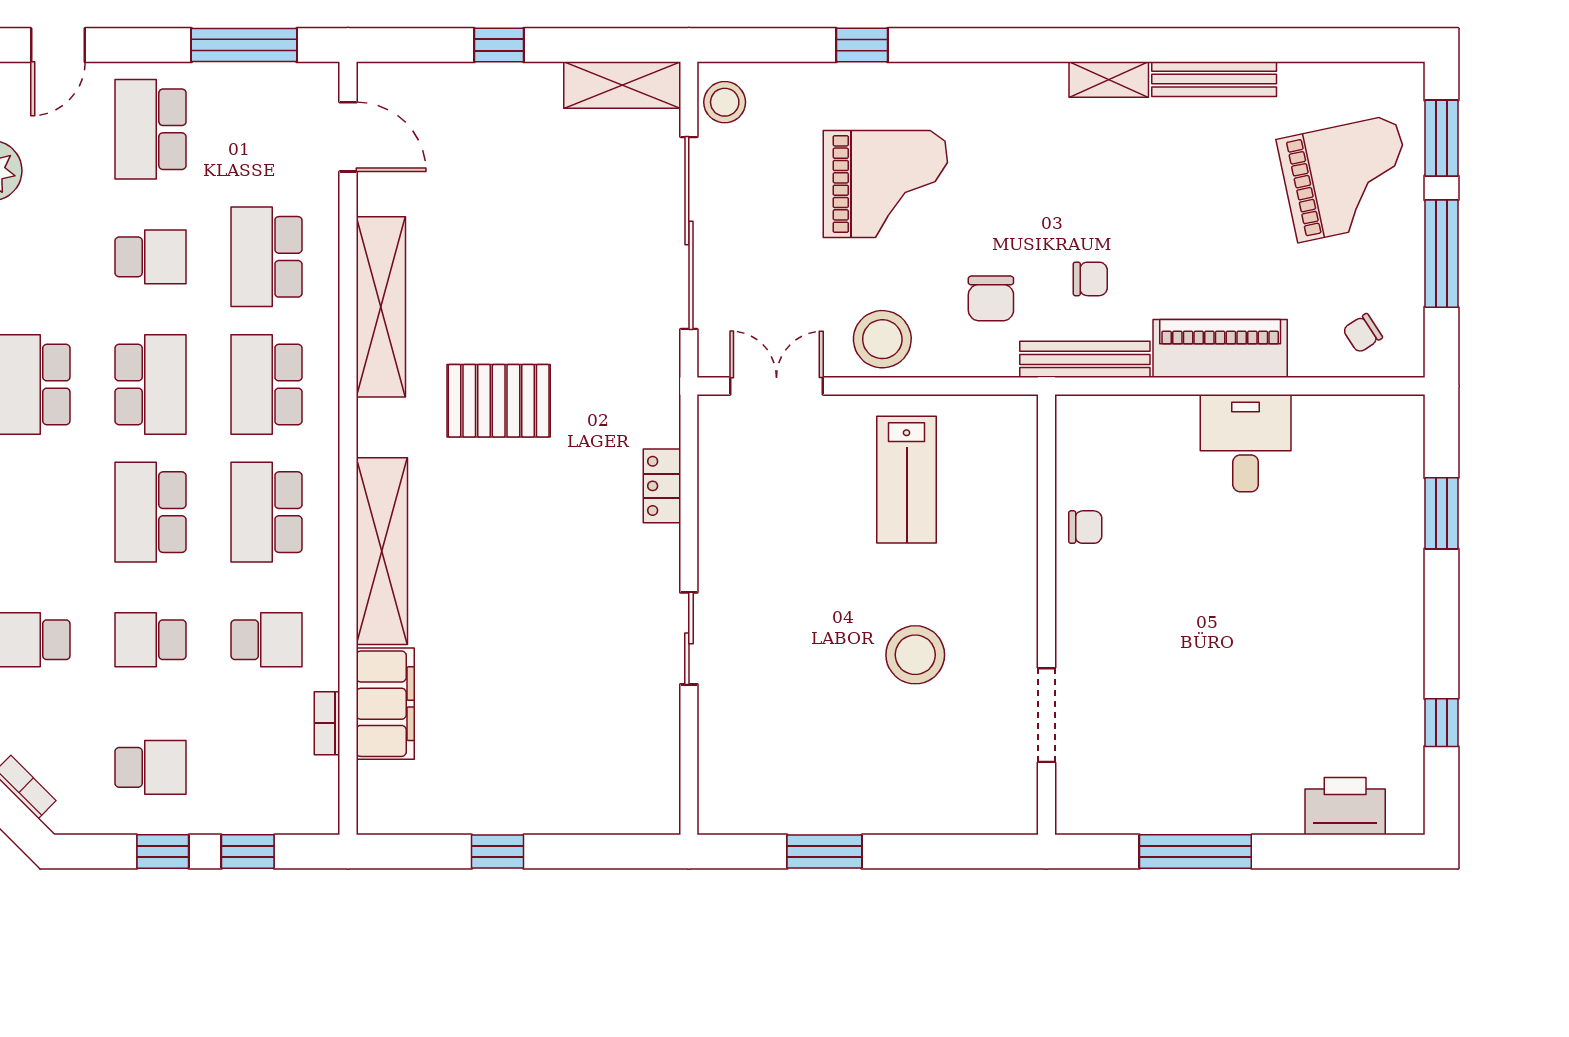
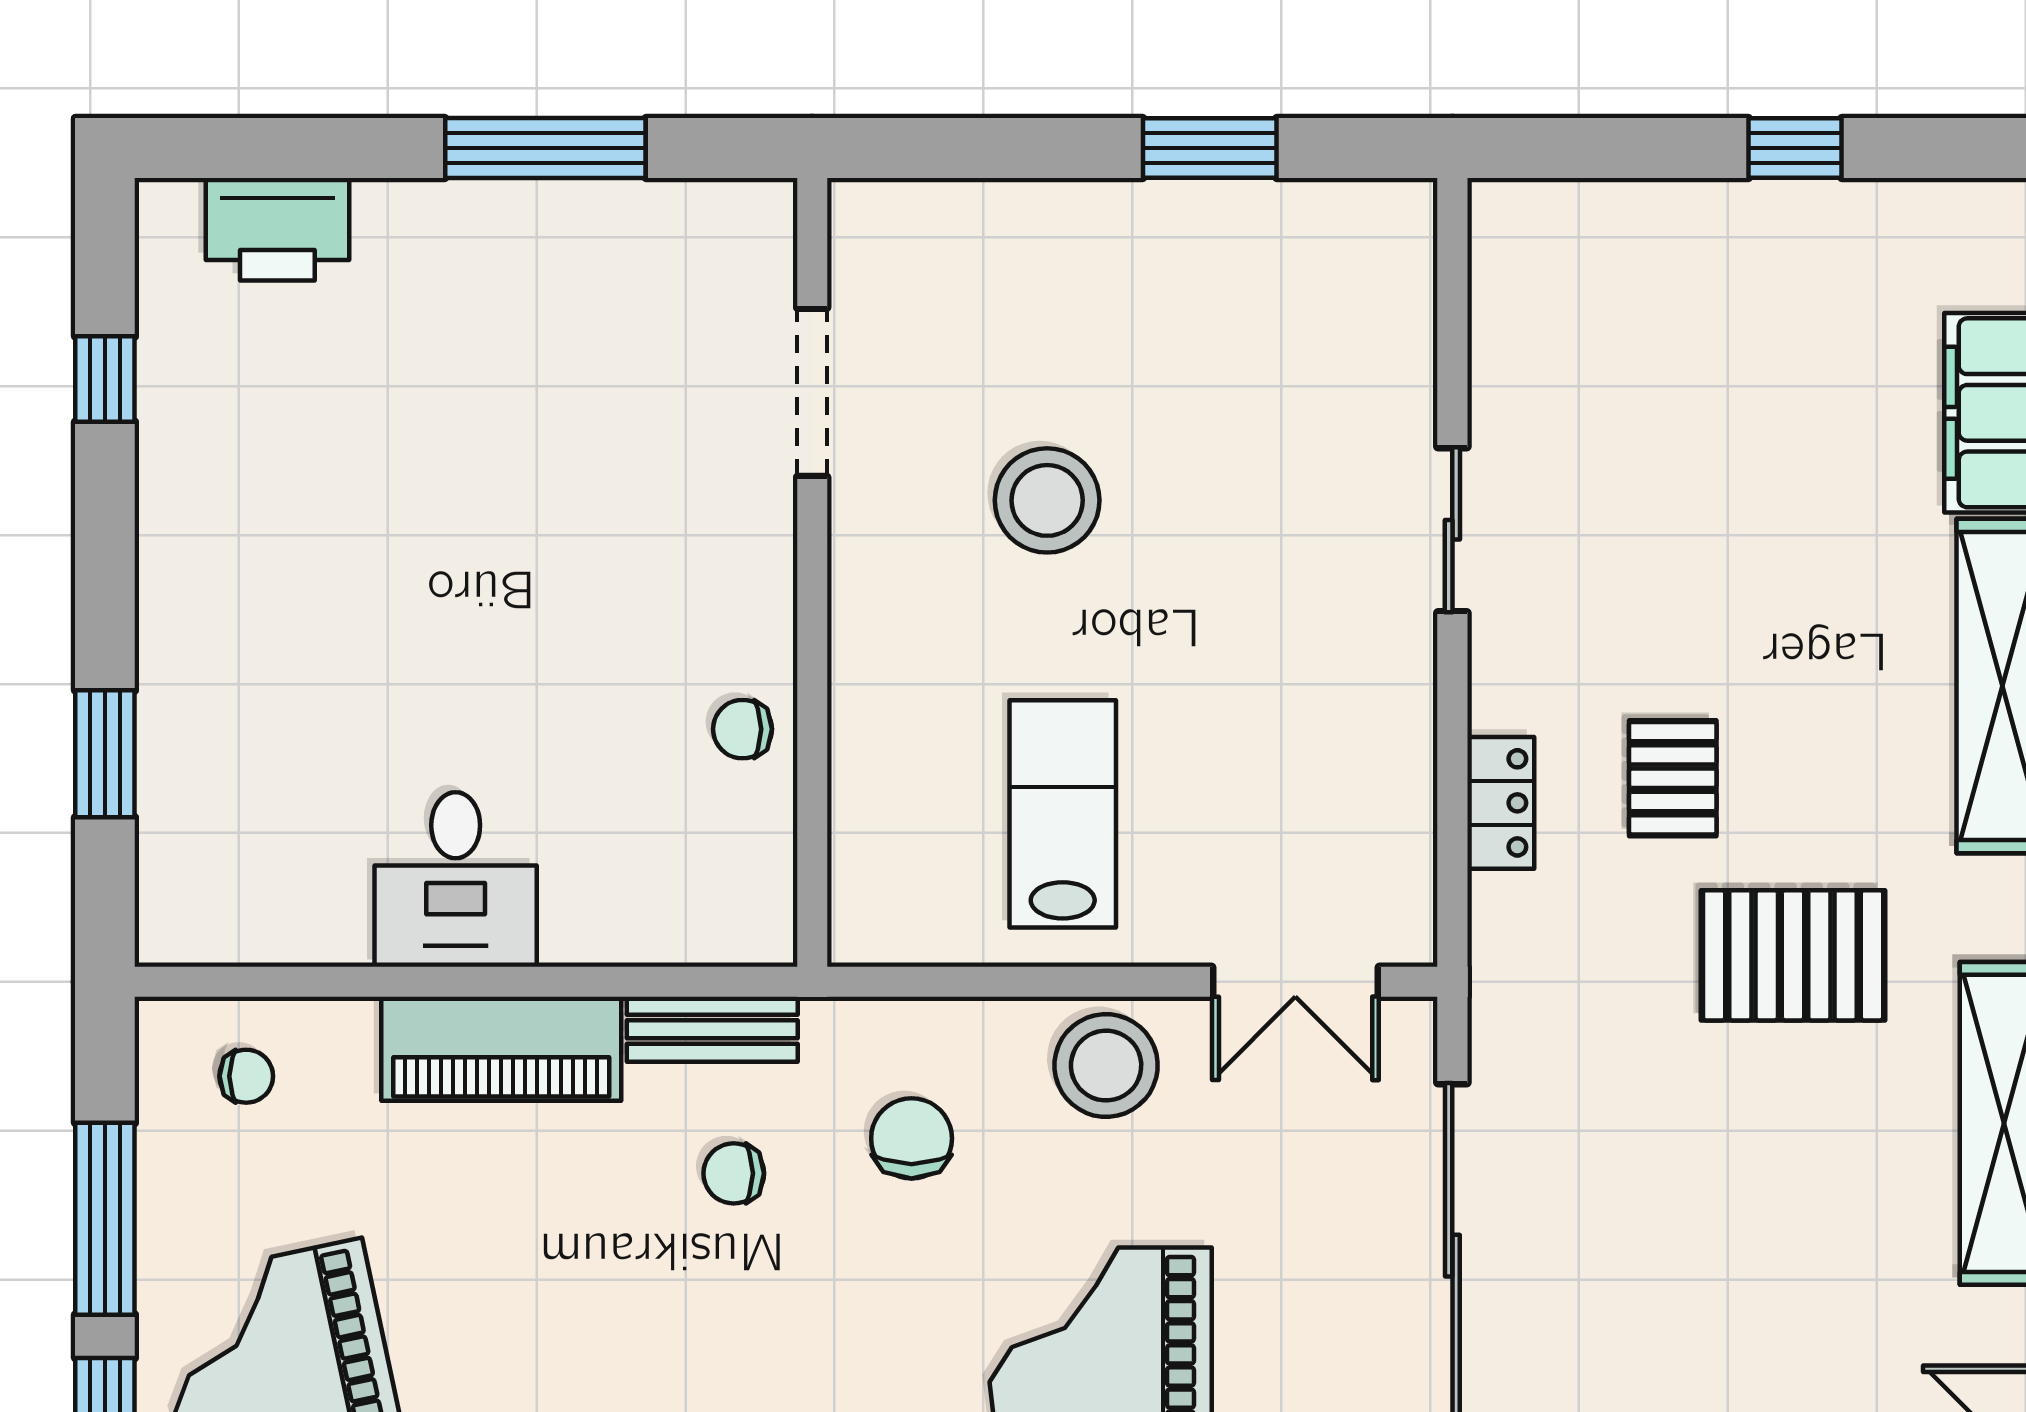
chair: (1363, 333) -> (246, 1076), turned 33
bench: (1085, 359) -> (712, 1029), width x0.73
pallet: (566, 500) -> (1673, 778), added

